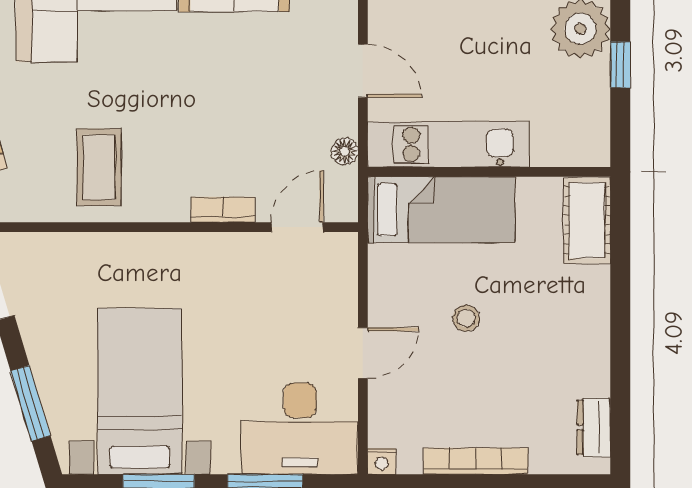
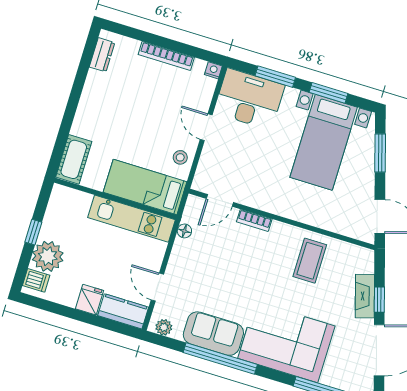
door: (363, 71) -> (157, 287), moved
stool: (466, 318) -> (180, 157), moved
door: (363, 353) -> (206, 127), hinge flipped

